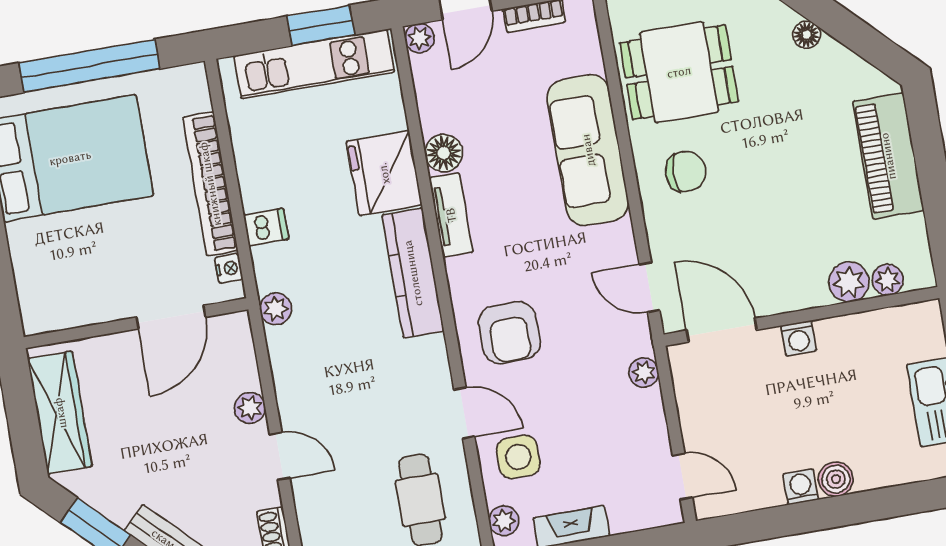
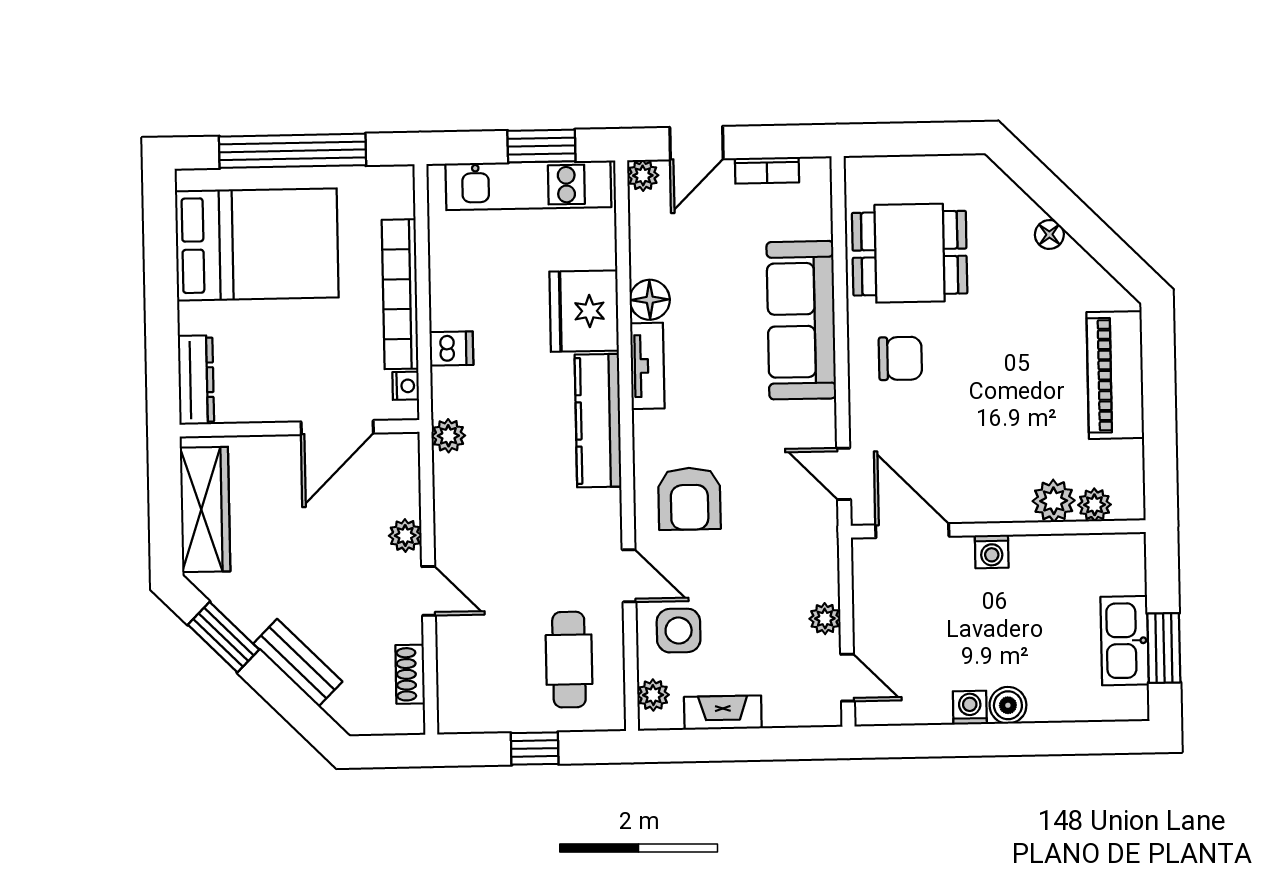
dresser: (33, 293) -> (196, 380), added
plant: (644, 372) -> (825, 619), moved

